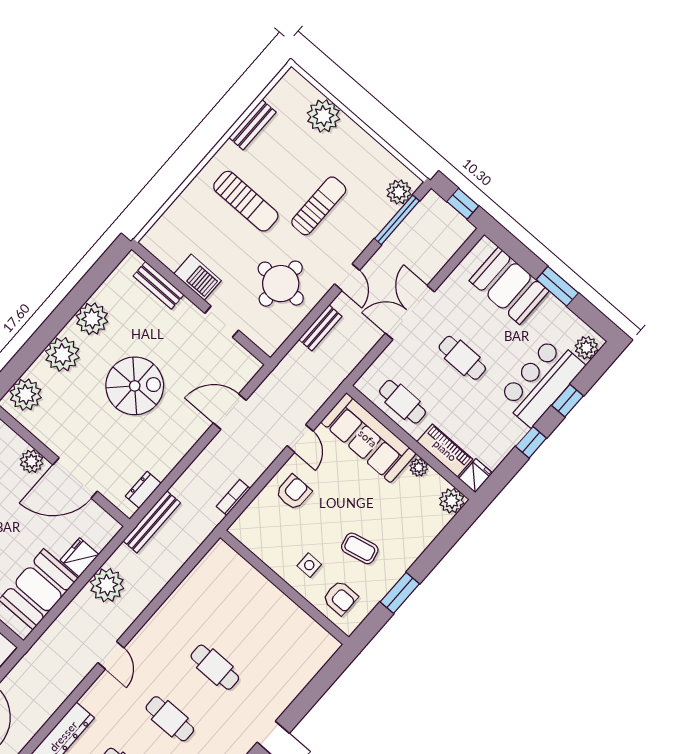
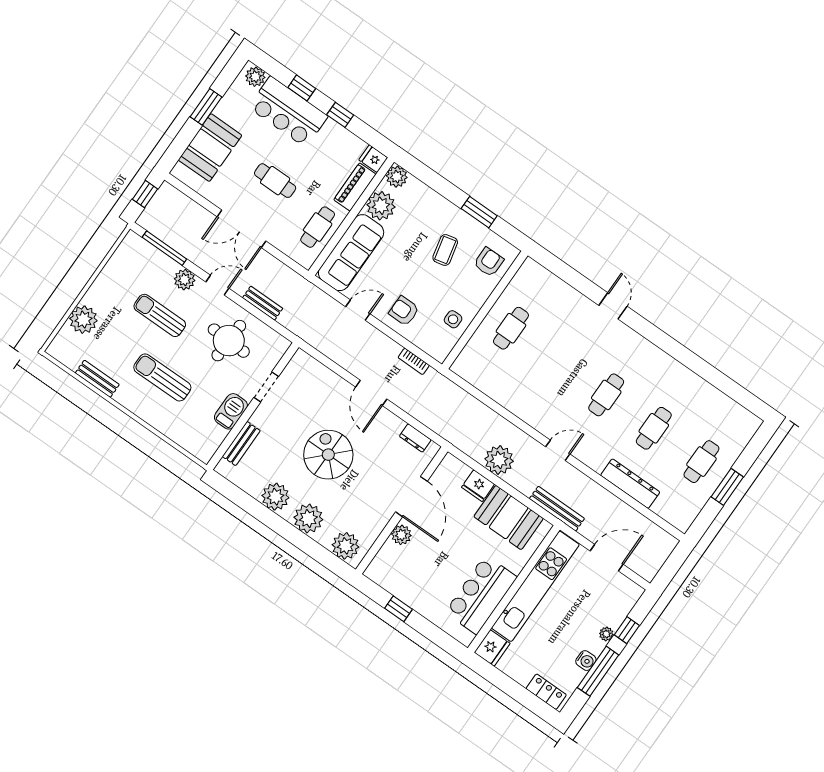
plant: (399, 192) -> (185, 280), moved
sun lounger: (246, 201) -> (162, 377), turned -90
cafe table: (462, 358) -> (275, 181), turned 90
door: (230, 412) -> (371, 393), moved
plant: (419, 467) -> (381, 206), width x1.87, depth x1.87
bench: (152, 522) -> (557, 509), moved
side table: (309, 565) -> (453, 319), moved
cafe table: (215, 667) -> (511, 328), moved

